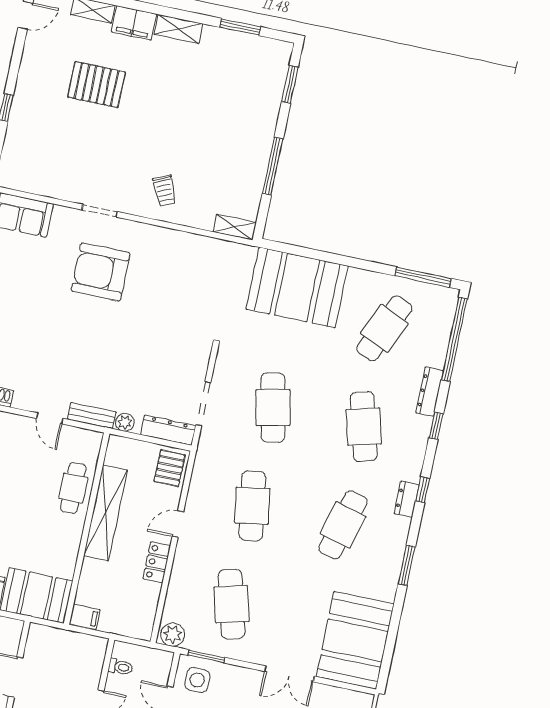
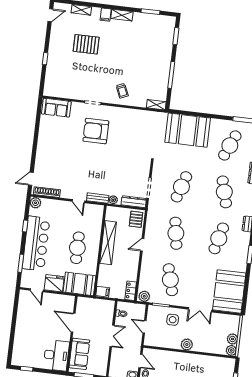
filing cabinet: (134, 23) -> (106, 15), width x0.50
cafe table: (273, 407) -> (181, 187), turned 30
cafe table: (73, 488) -> (77, 248), moved, width x1.37, depth x1.35
locker: (157, 562) -> (131, 291), moved
side table: (197, 680) -> (173, 320), moved

